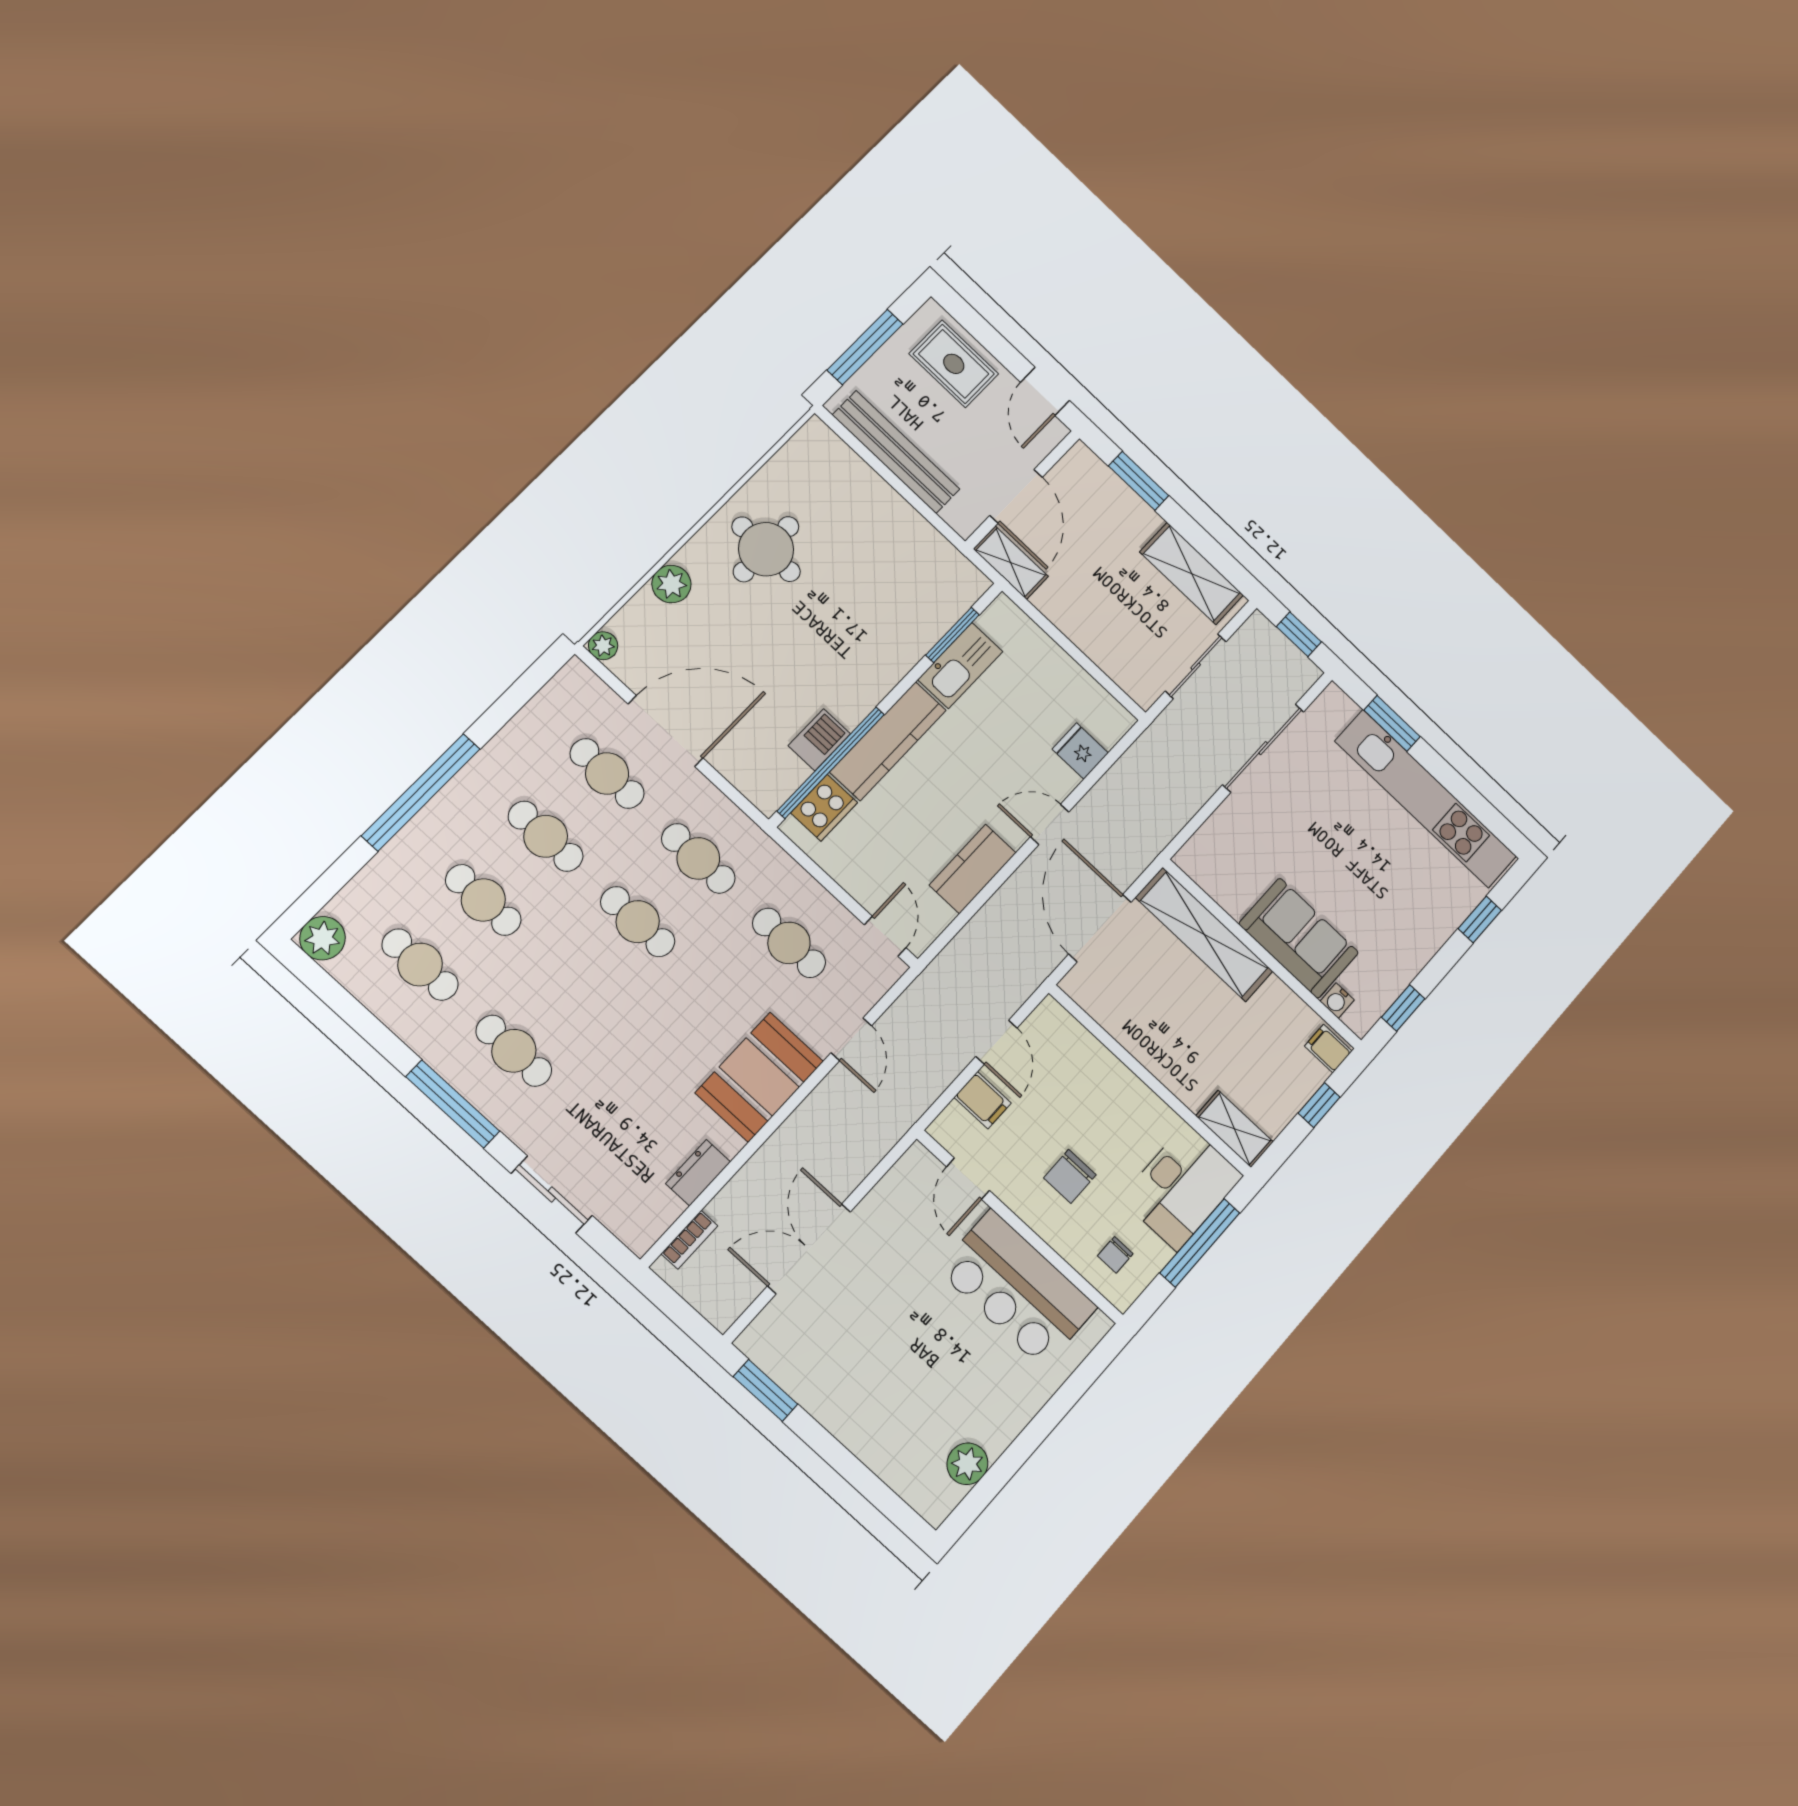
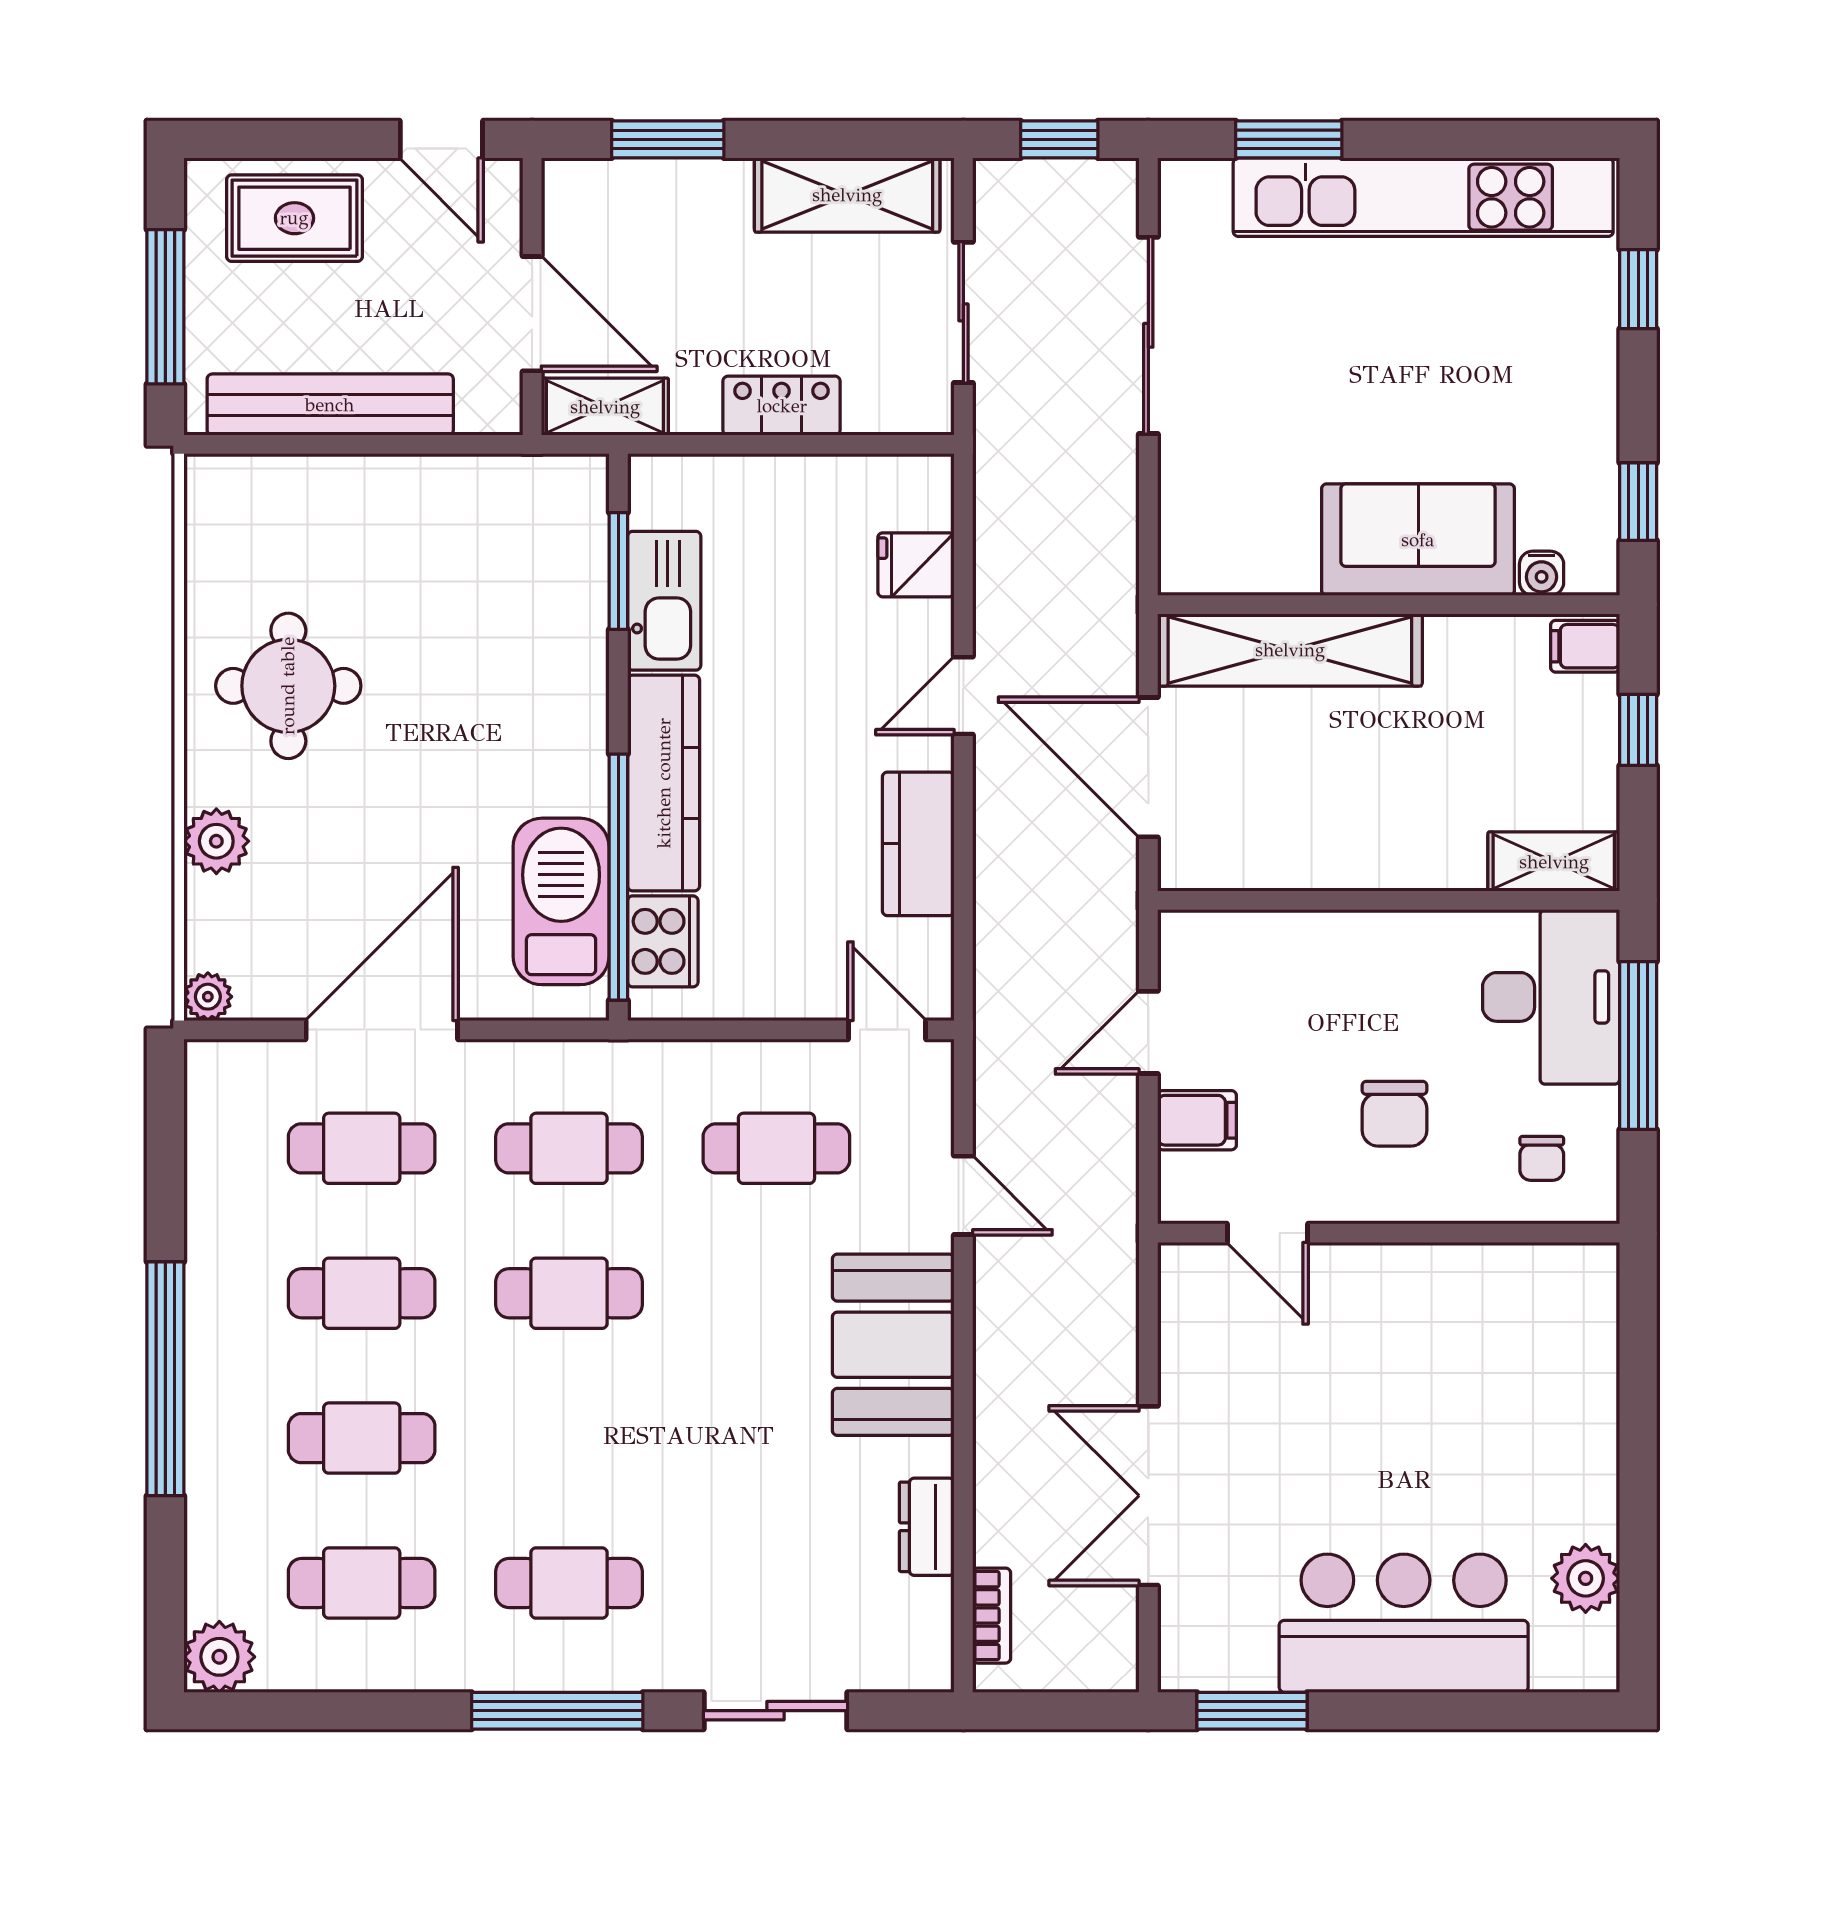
locker: (1085, 632) -> (782, 406), added
barbecue: (819, 740) -> (561, 901), width x1.88, depth x1.53
door: (996, 1042) -> (1148, 1032), swing flipped
bar counter: (1017, 1289) -> (1404, 1623), moved, turned 180

